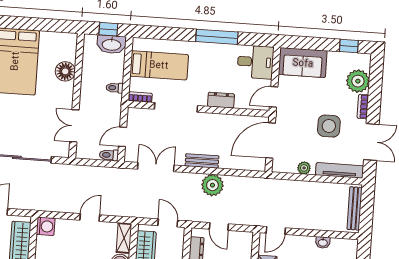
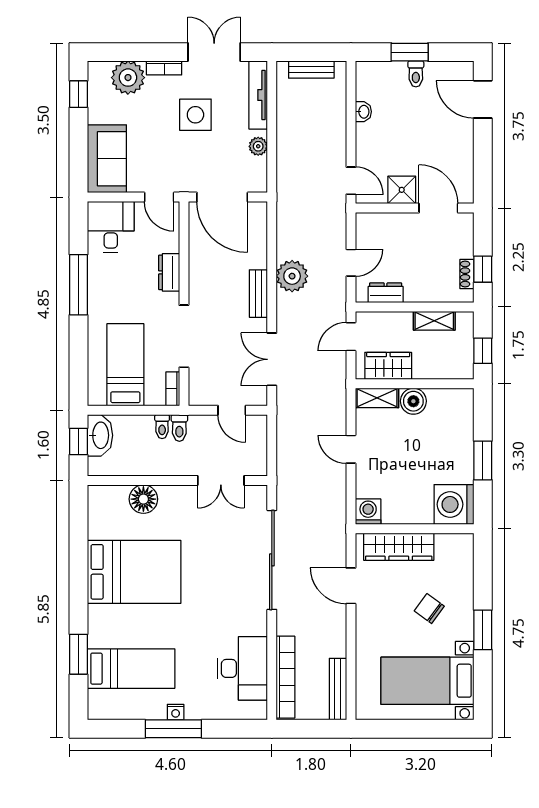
toilet: (109, 155) -> (179, 428), moved
bench: (355, 208) -> (311, 70), width x0.73

